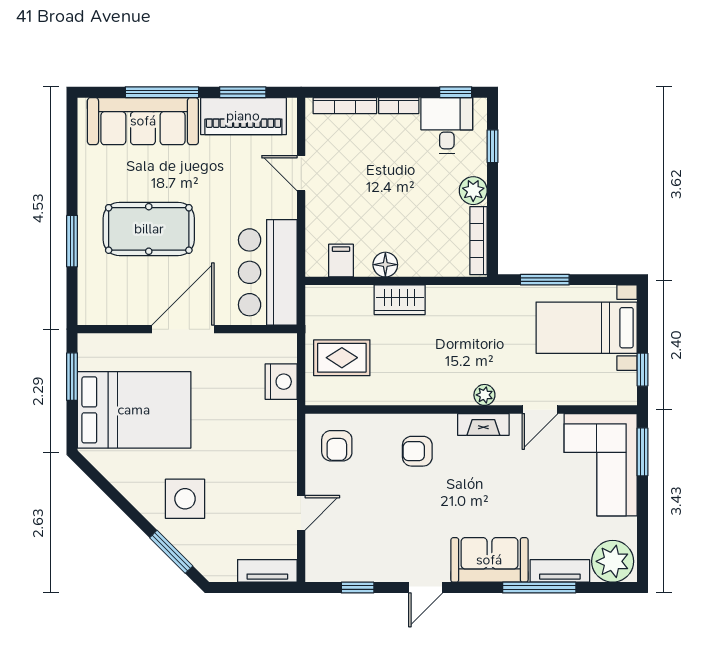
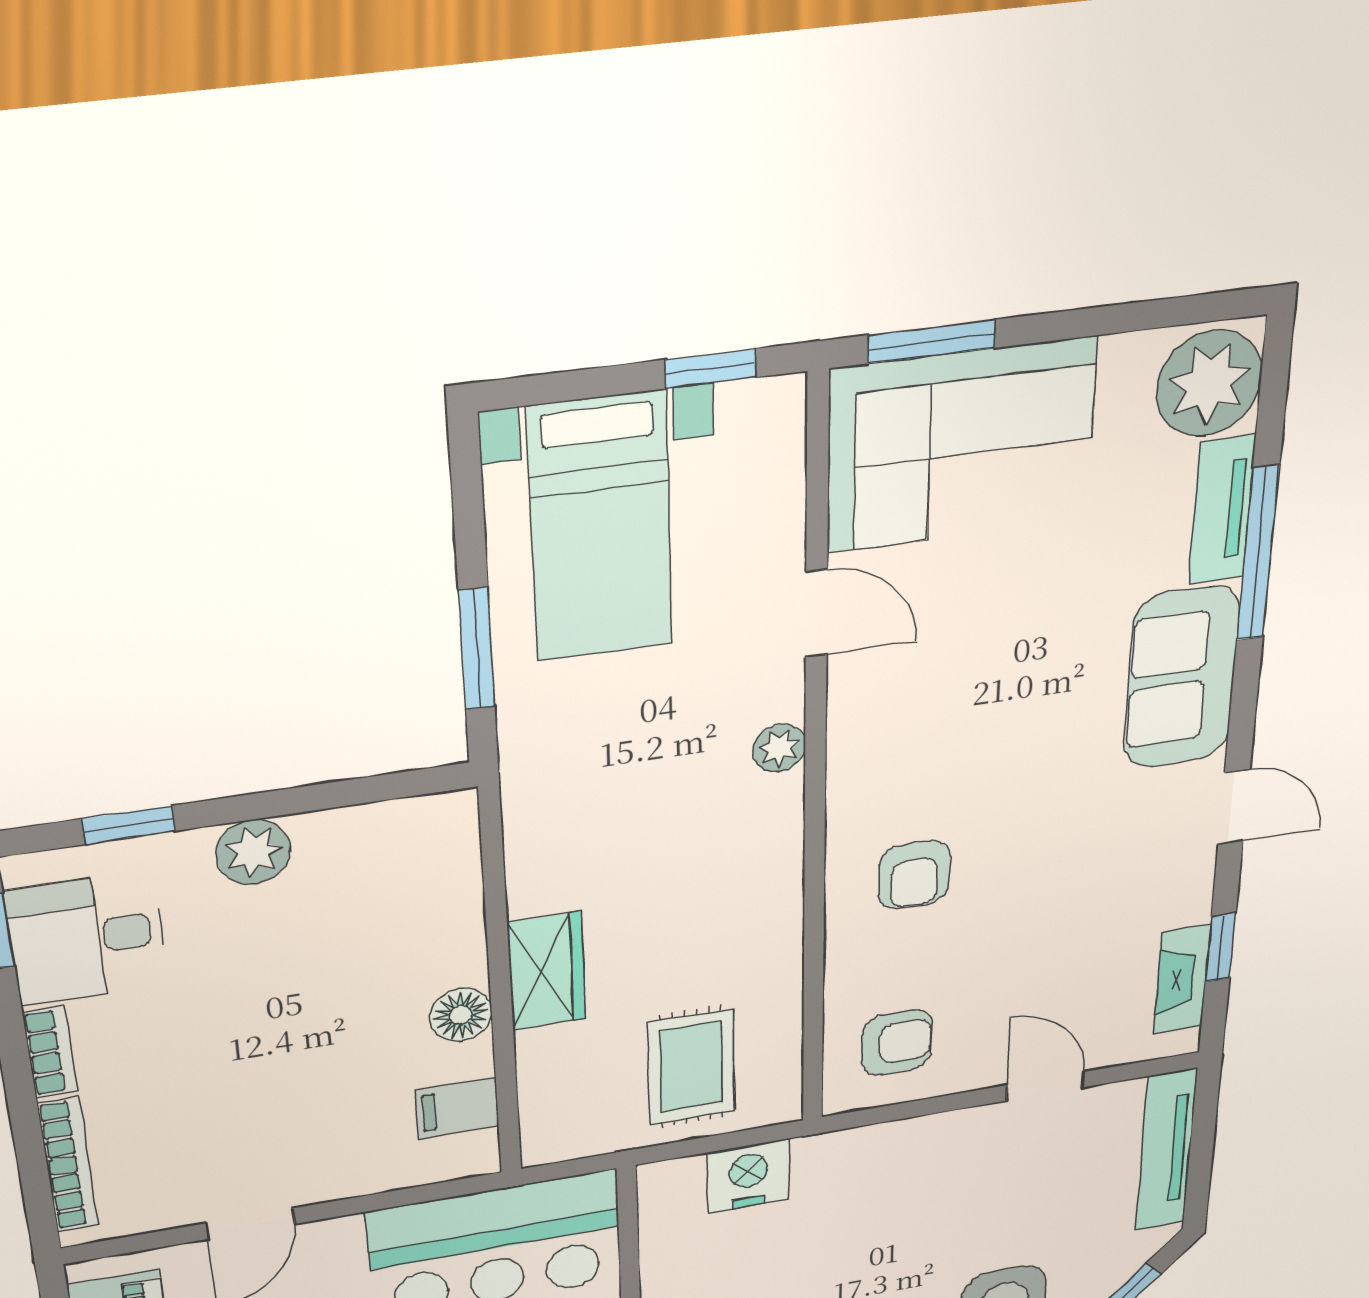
bookcase: (478, 241) -> (385, 820), removed
fireplace: (483, 424) -> (1182, 979), moved, turned 180
tv unit: (267, 571) -> (1166, 1150), width x1.41

